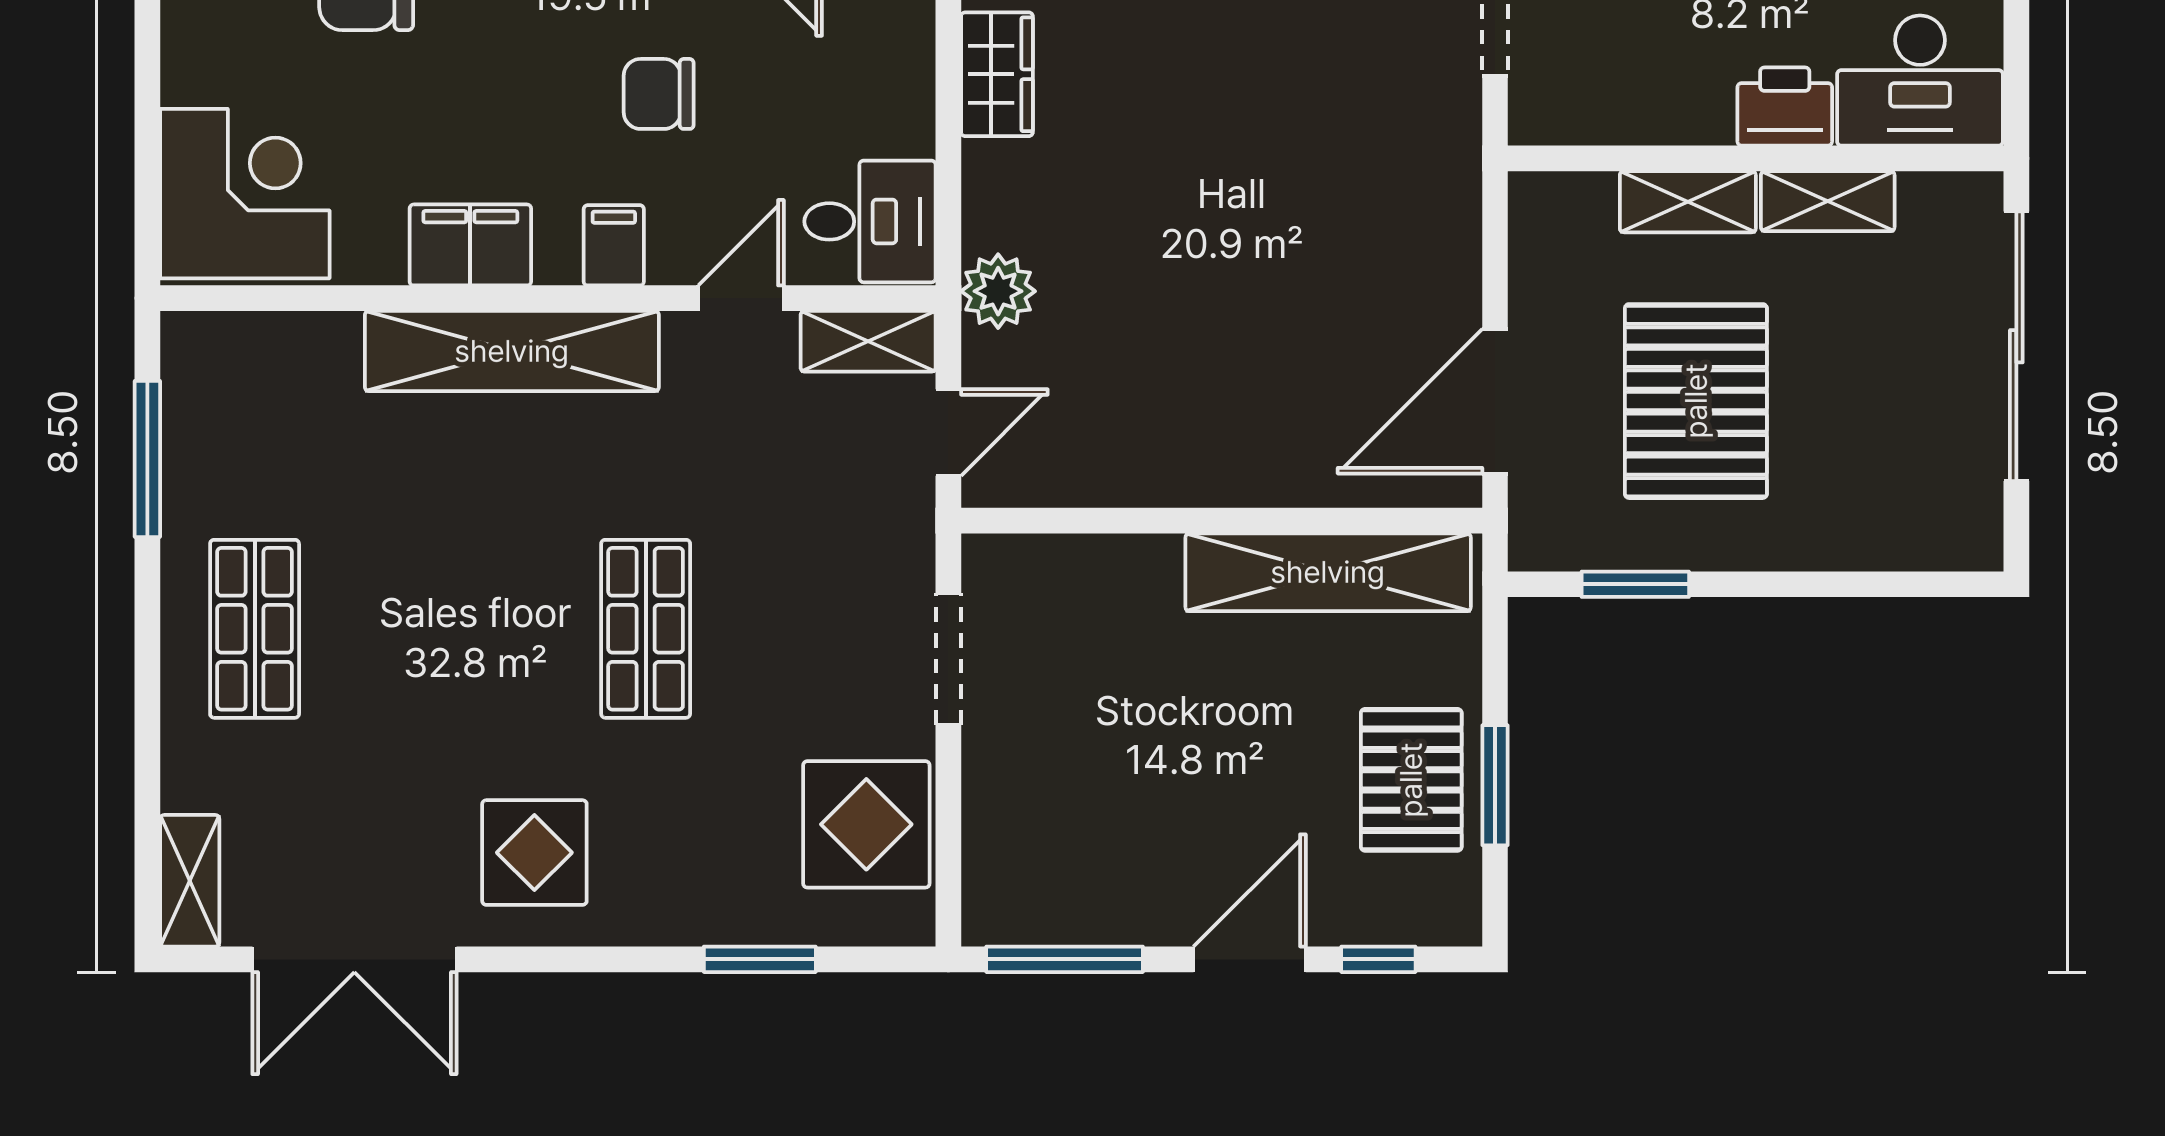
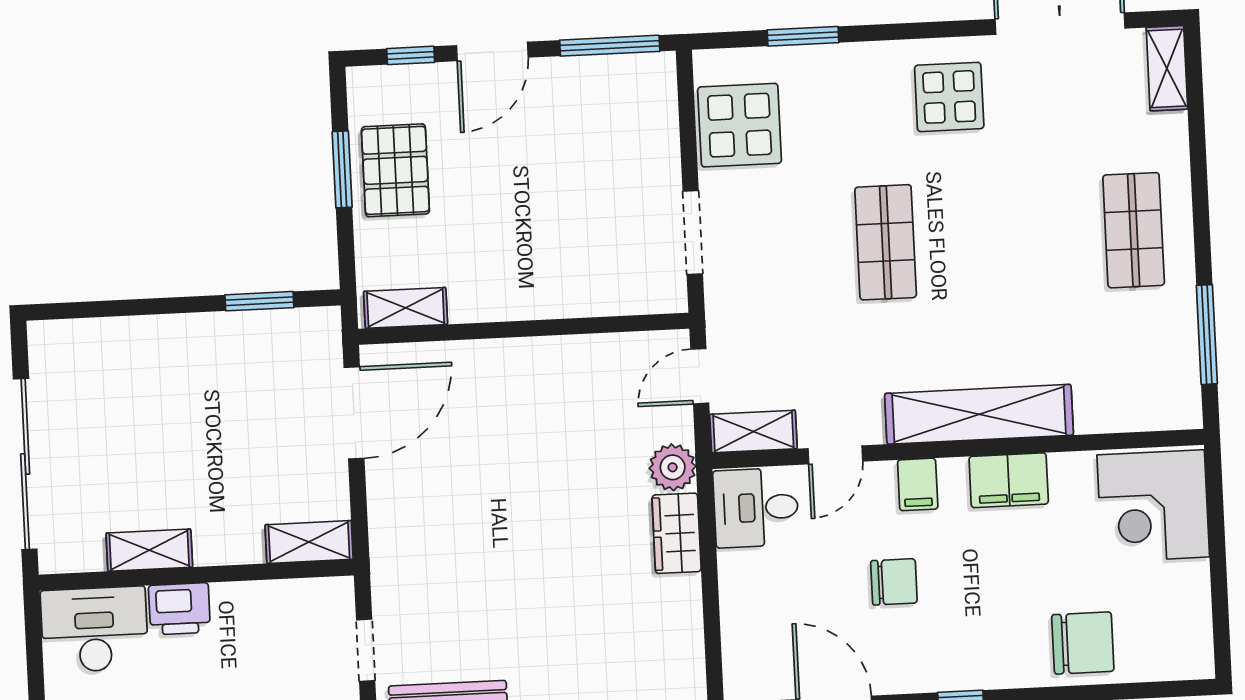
wardrobe: (997, 74) -> (677, 533), moved
shelving: (1688, 202) -> (309, 542), moved
pallet: (1696, 401) -> (227, 419), removed
shelving: (1328, 572) -> (406, 308), width x0.45, depth x0.75

